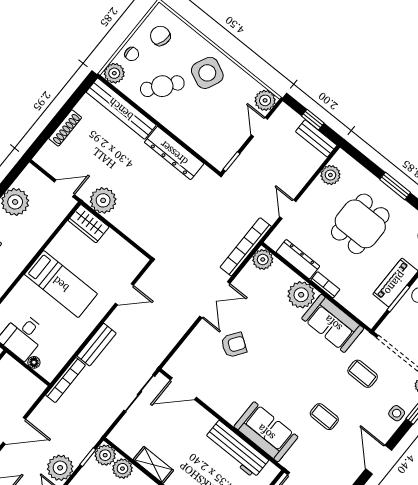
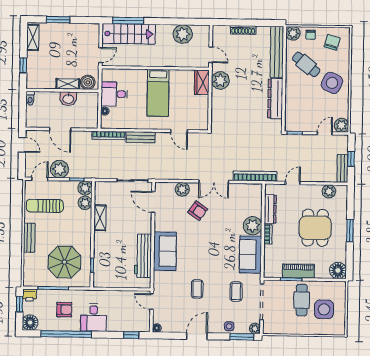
dining table: (360, 224) -> (315, 228), turned 90
plant: (263, 260) -> (182, 189), moved
sofa: (266, 432) -> (165, 251), moved

